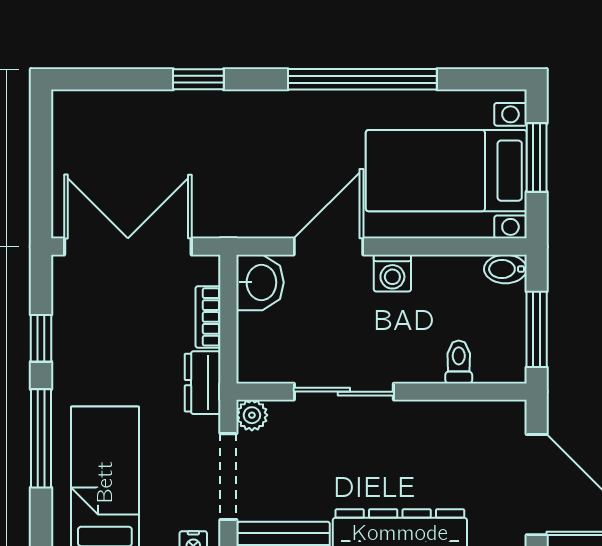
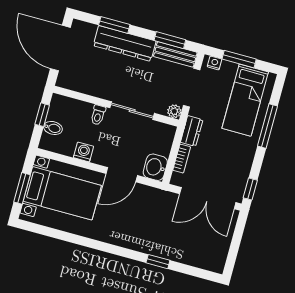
window: (362, 79) -> (88, 242), removed
bidet: (505, 269) -> (53, 128), moved
washing machine: (392, 273) -> (83, 152), moved
window: (537, 329) -> (42, 115), width x0.67
window: (41, 338) -> (250, 189), moved
toilet: (459, 362) -> (98, 115), moved

